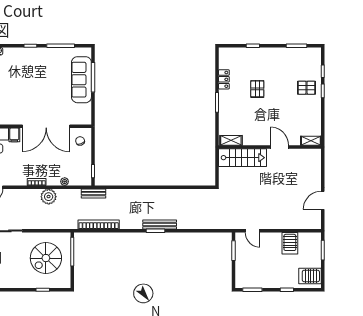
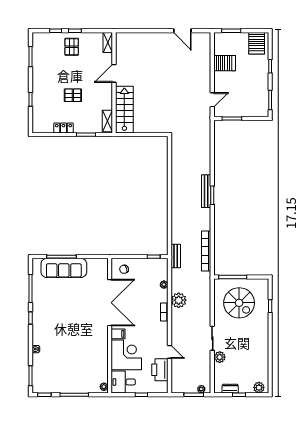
shelving: (231, 140) -> (107, 121), moved
shelving: (311, 141) -> (108, 43), moved
wall: (270, 147) -> (114, 83), moved
door: (279, 147) -> (114, 73), moved
stairs: (243, 158) -> (124, 110), moved

